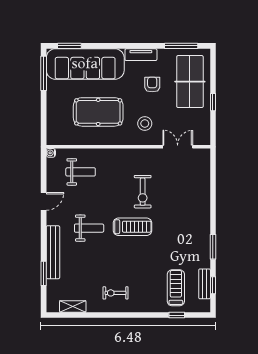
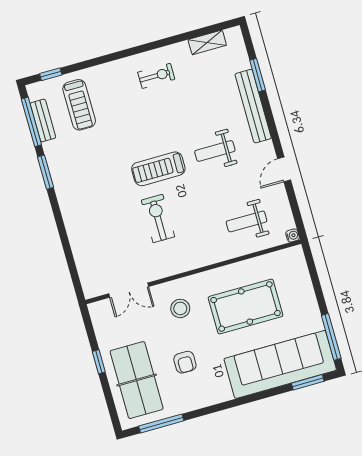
tv unit: (141, 55) -> (211, 397), removed
window: (213, 285) -> (31, 122), width x2.17
window: (177, 315) -> (51, 74), moved

